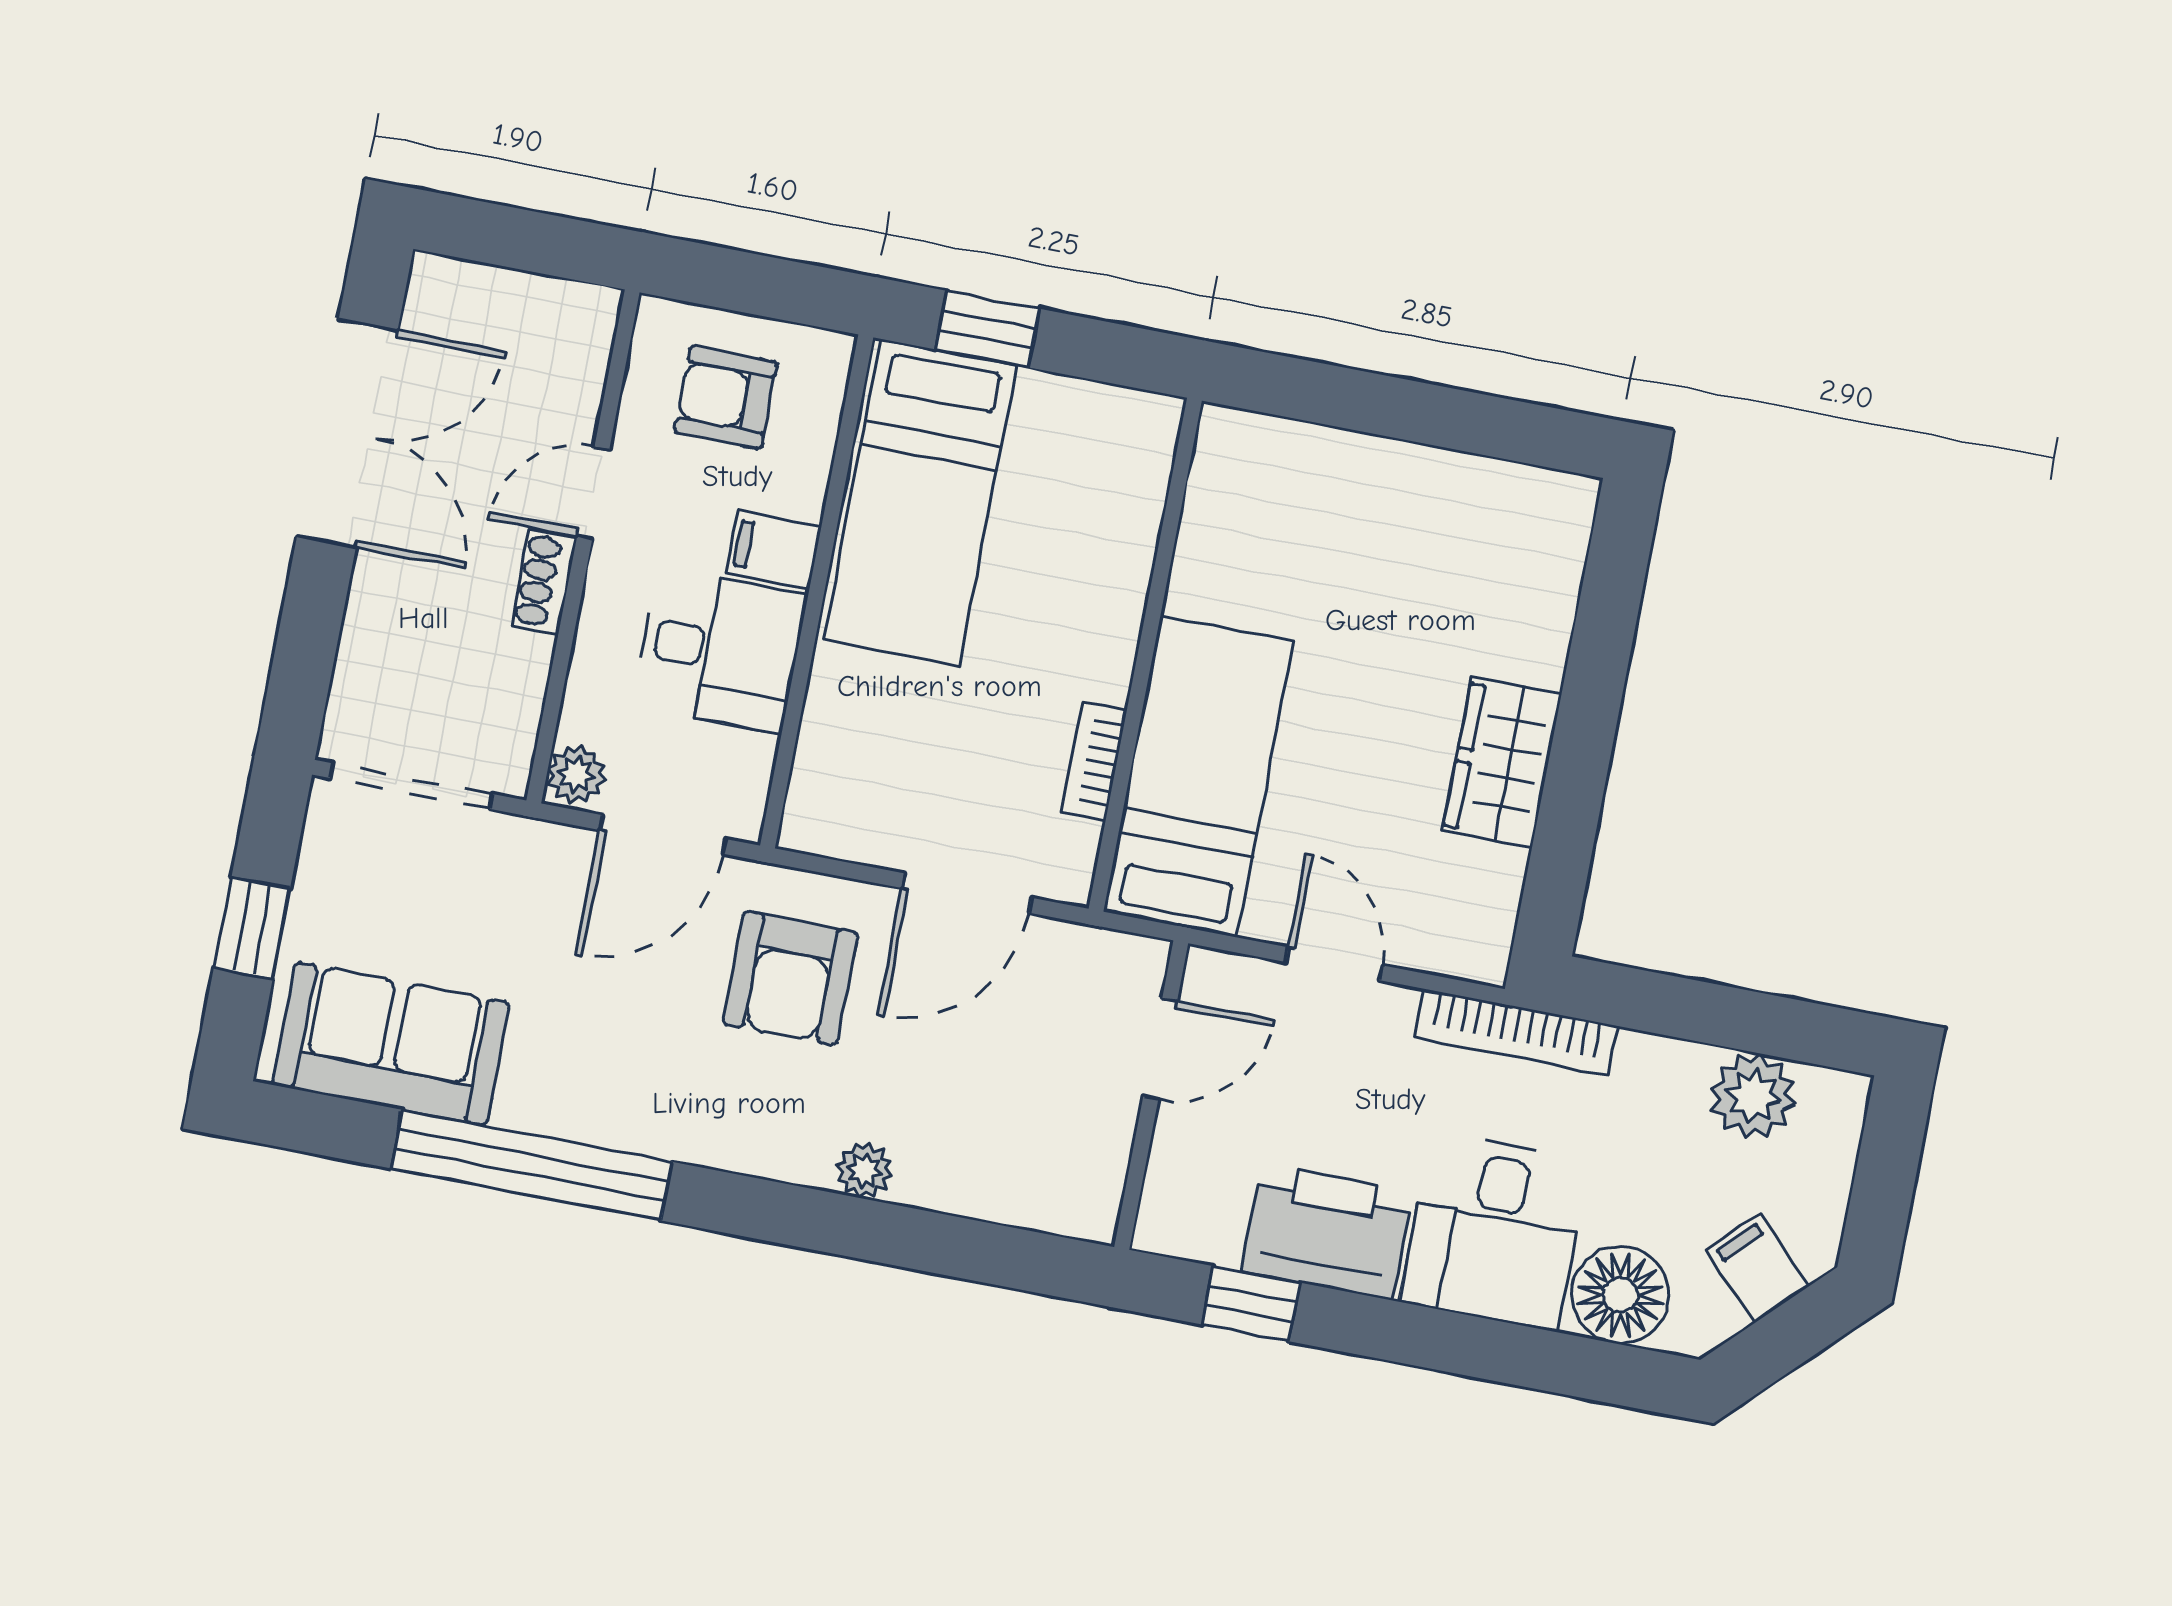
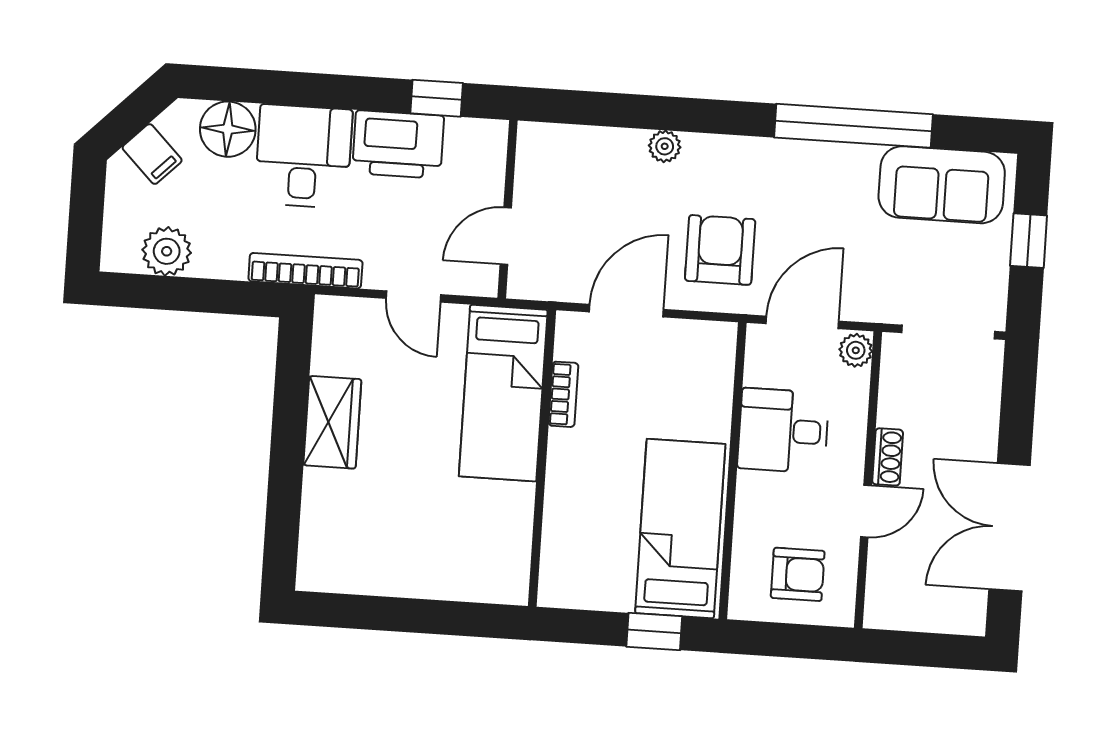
filing cabinet: (774, 550) -> (760, 491), removed

